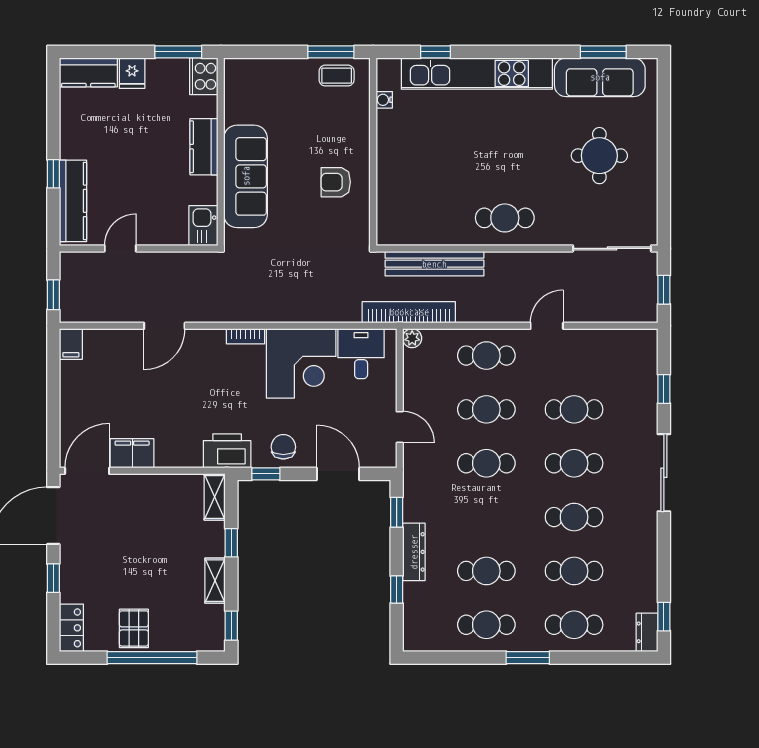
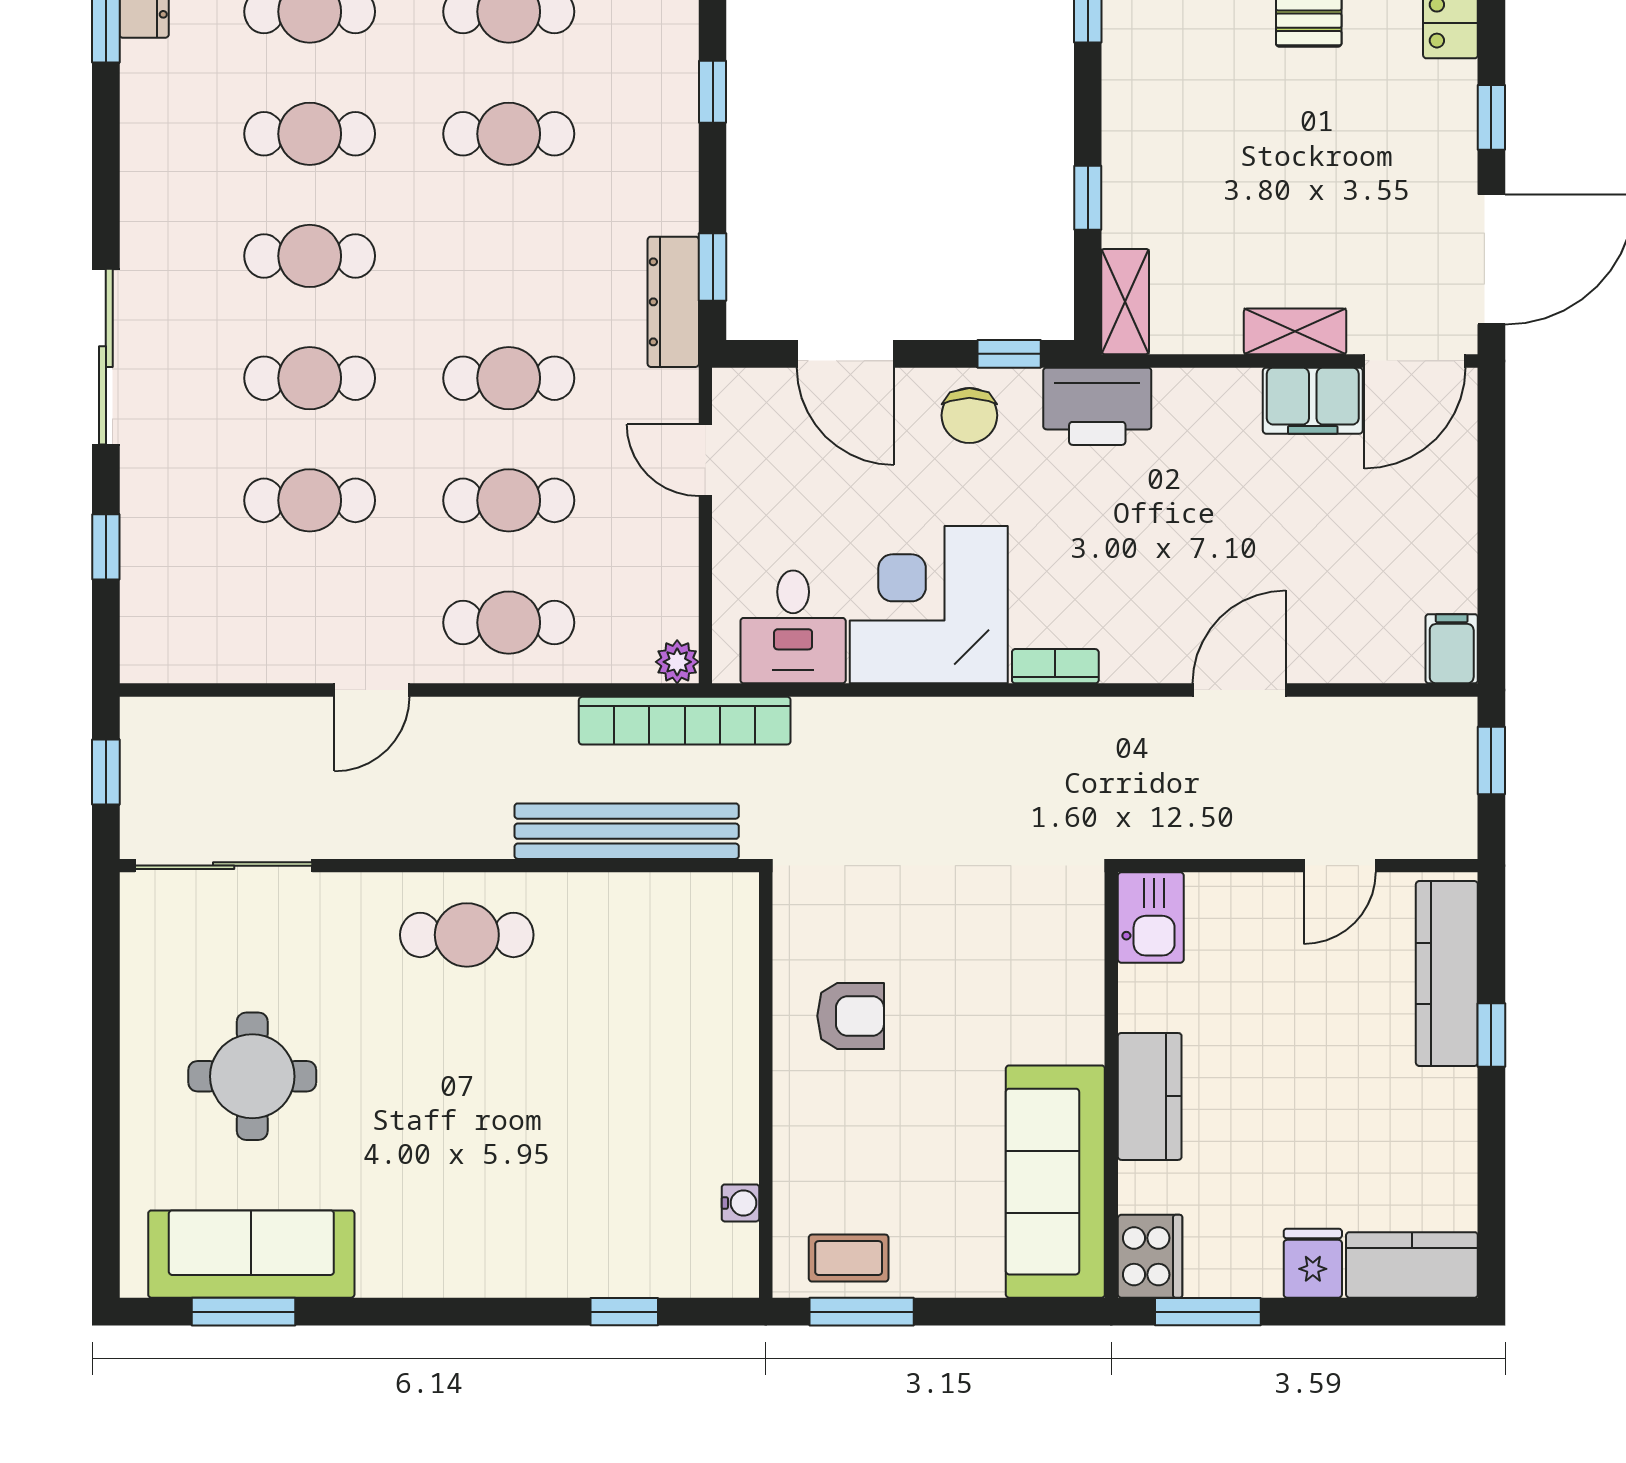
kitchen unit: (477, 74) -> (530, 1262), removed
sofa: (246, 176) -> (1055, 1182), moved
dresser: (414, 552) -> (673, 302), moved
shelving: (215, 581) -> (1295, 331), moved, turned 90

